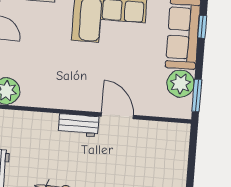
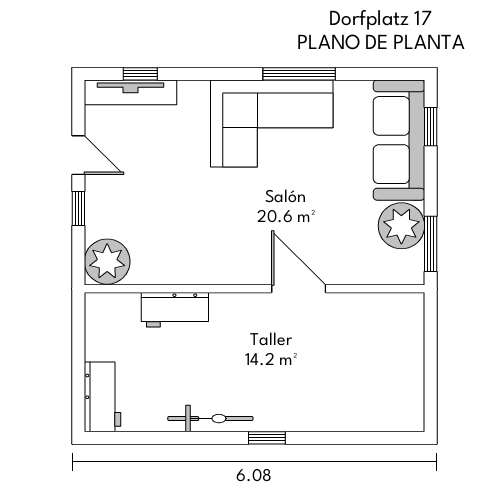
workbench: (78, 125) -> (175, 310), moved

